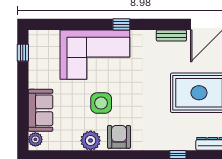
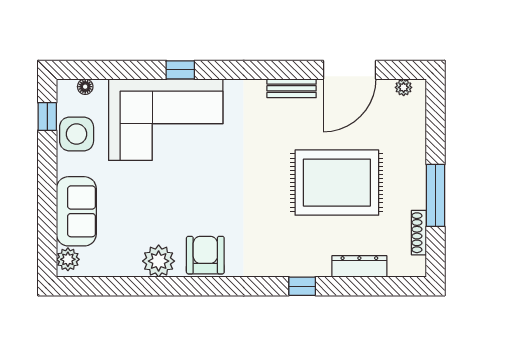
window: (121, 24) -> (180, 70), moved
floor lamp: (46, 34) -> (85, 87), added
side table: (101, 103) -> (77, 134), moved

